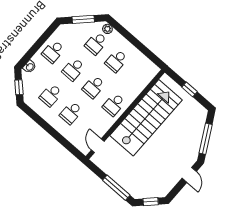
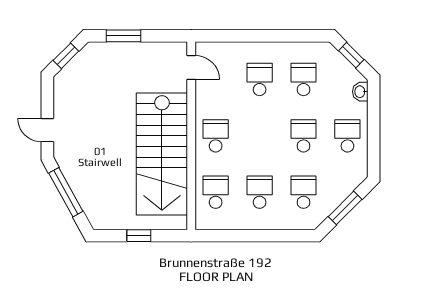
plant: (107, 29) -> (305, 222), removed
school desk: (94, 87) -> (216, 192), moved
window: (116, 188) -> (124, 36), width x0.69

